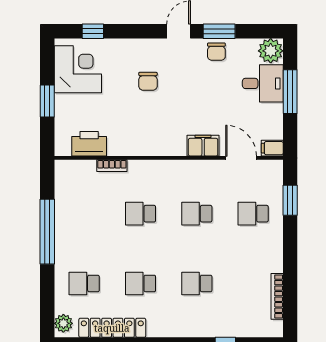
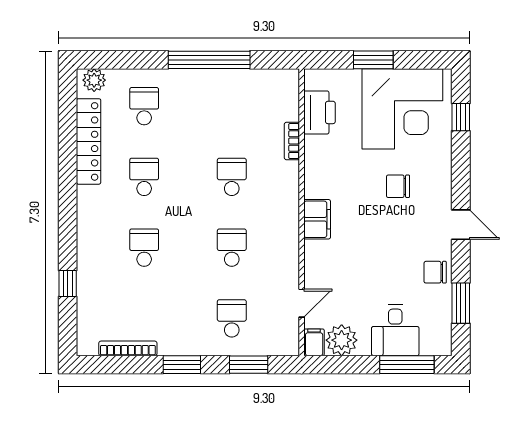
window: (219, 31) -> (461, 303), moved
plant: (271, 51) -> (342, 340), moved
corner desk: (78, 69) -> (402, 109), width x1.36, depth x1.36
window: (290, 92) -> (407, 365), moved
filing cabinet: (203, 146) -> (317, 219), moved
door: (241, 158) -> (302, 303), width x0.73
window: (290, 253) -> (182, 365), added

